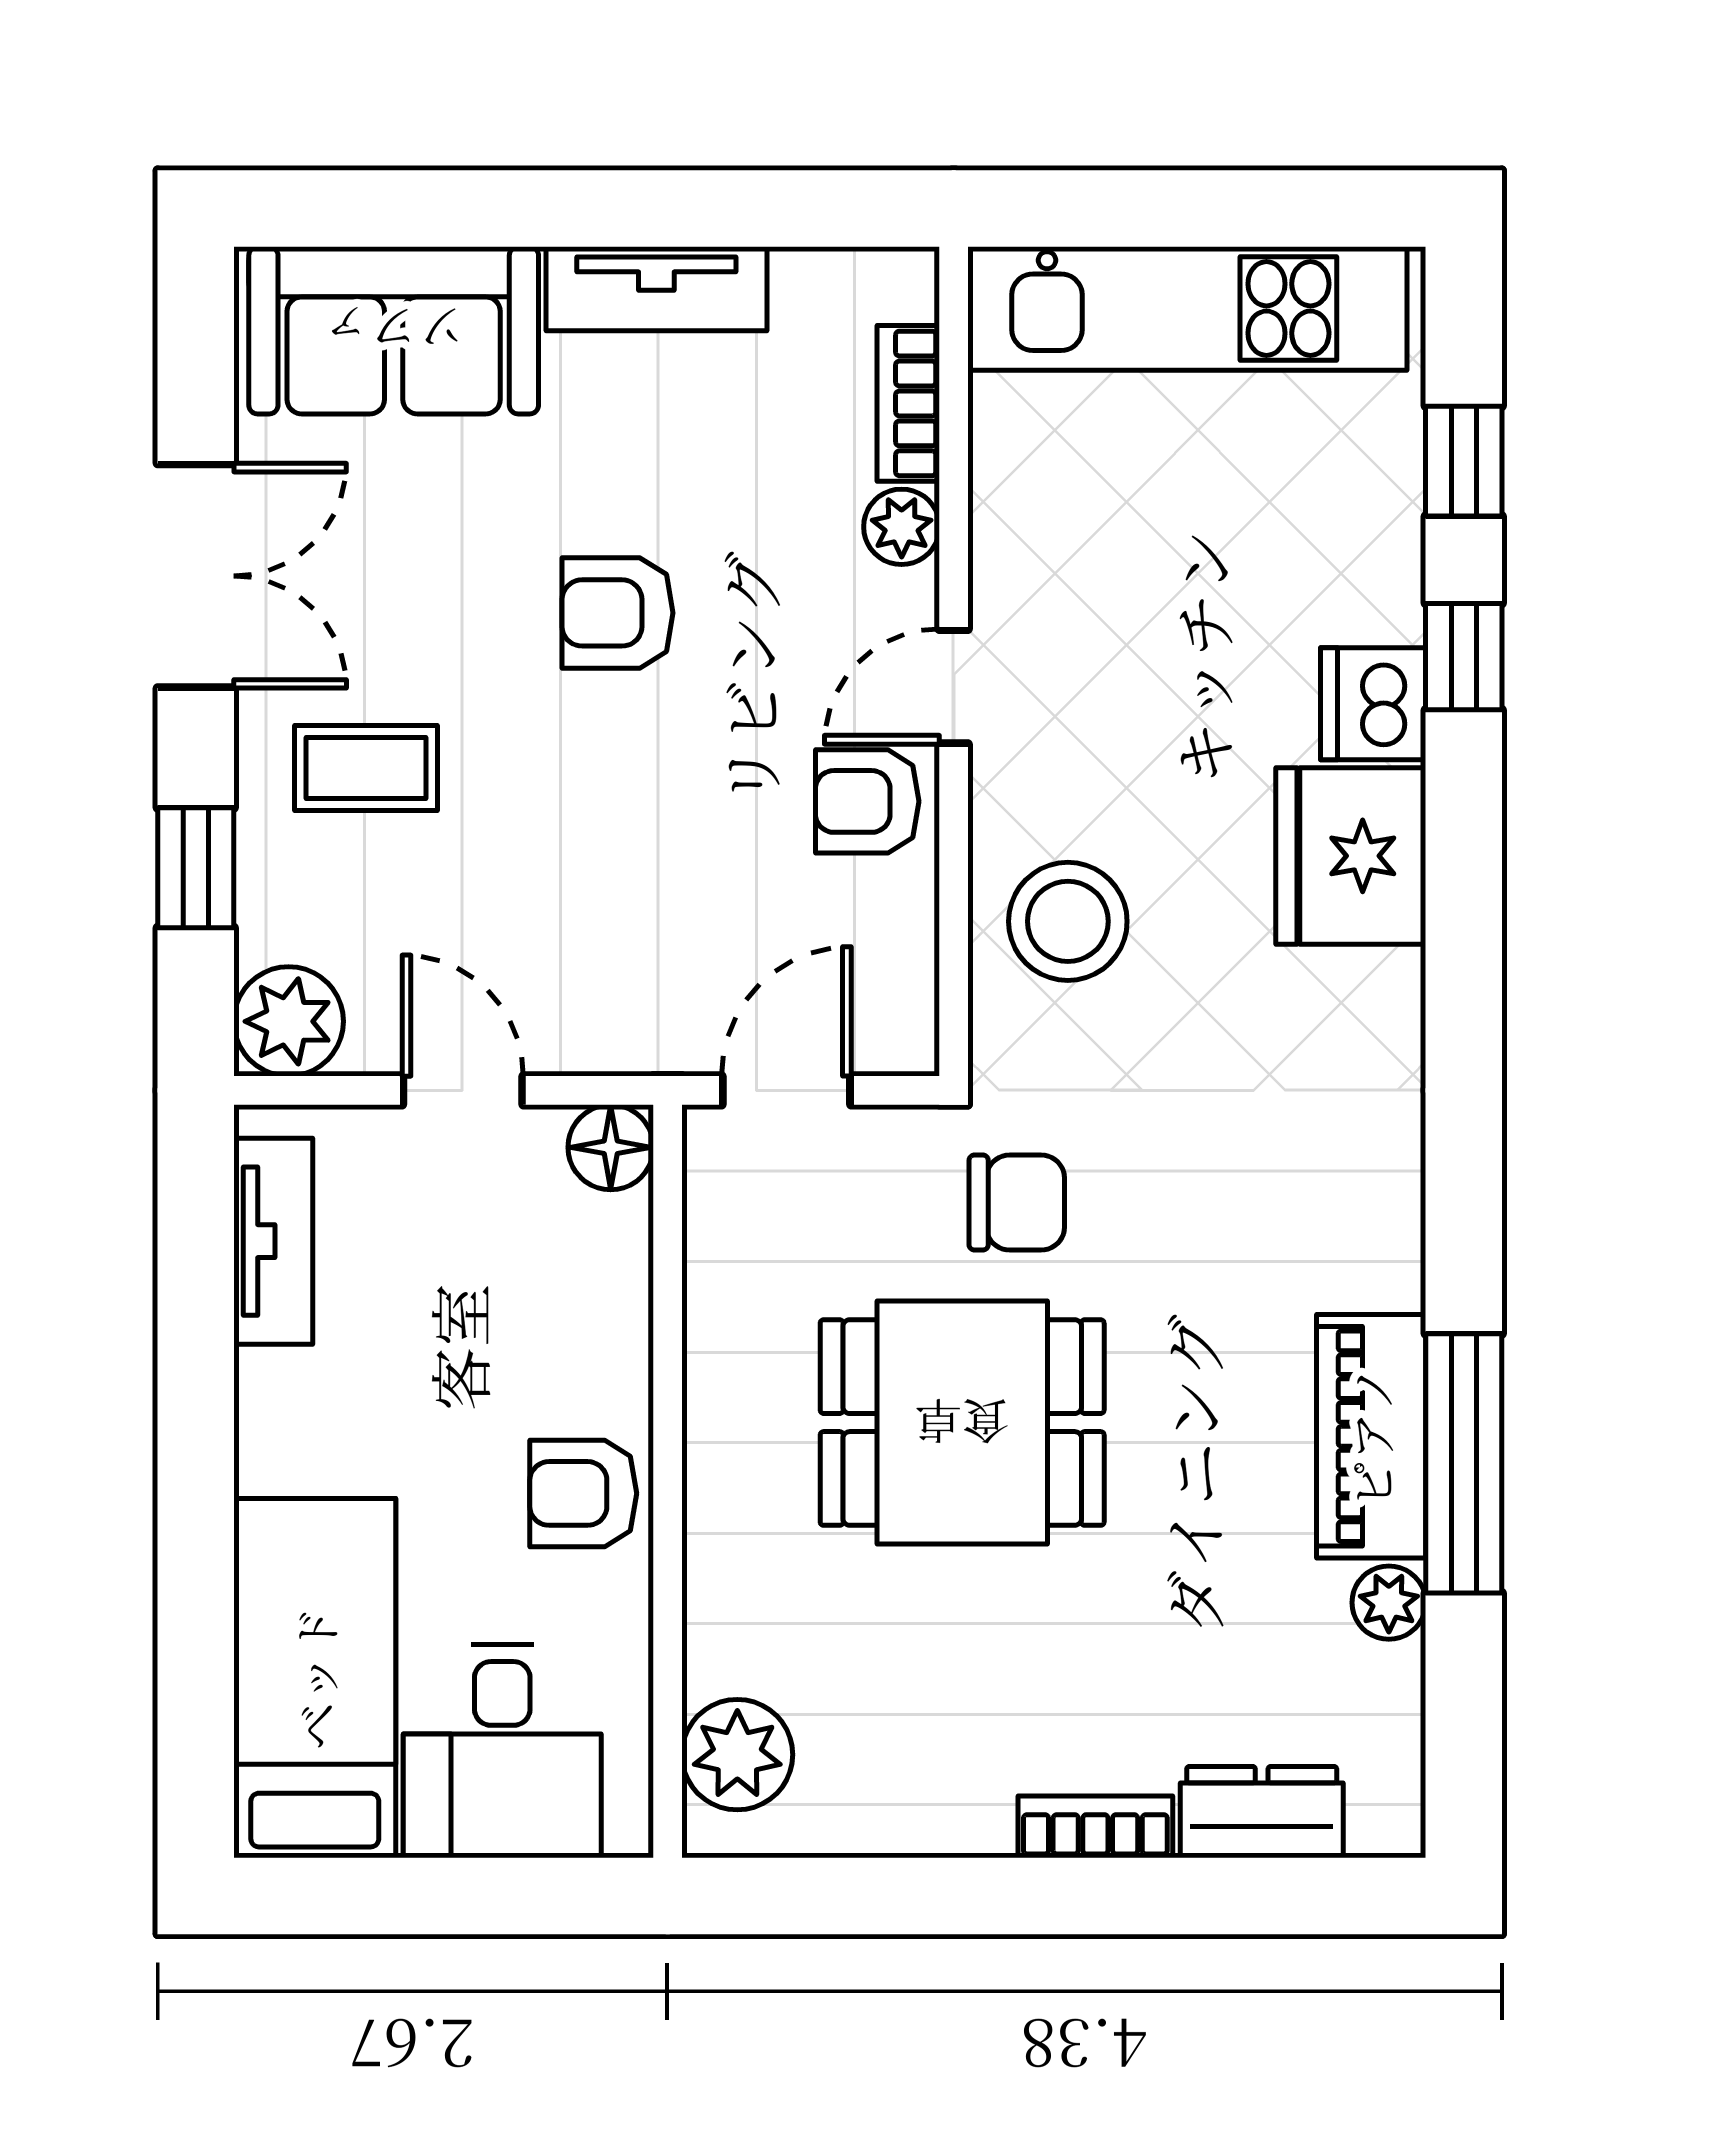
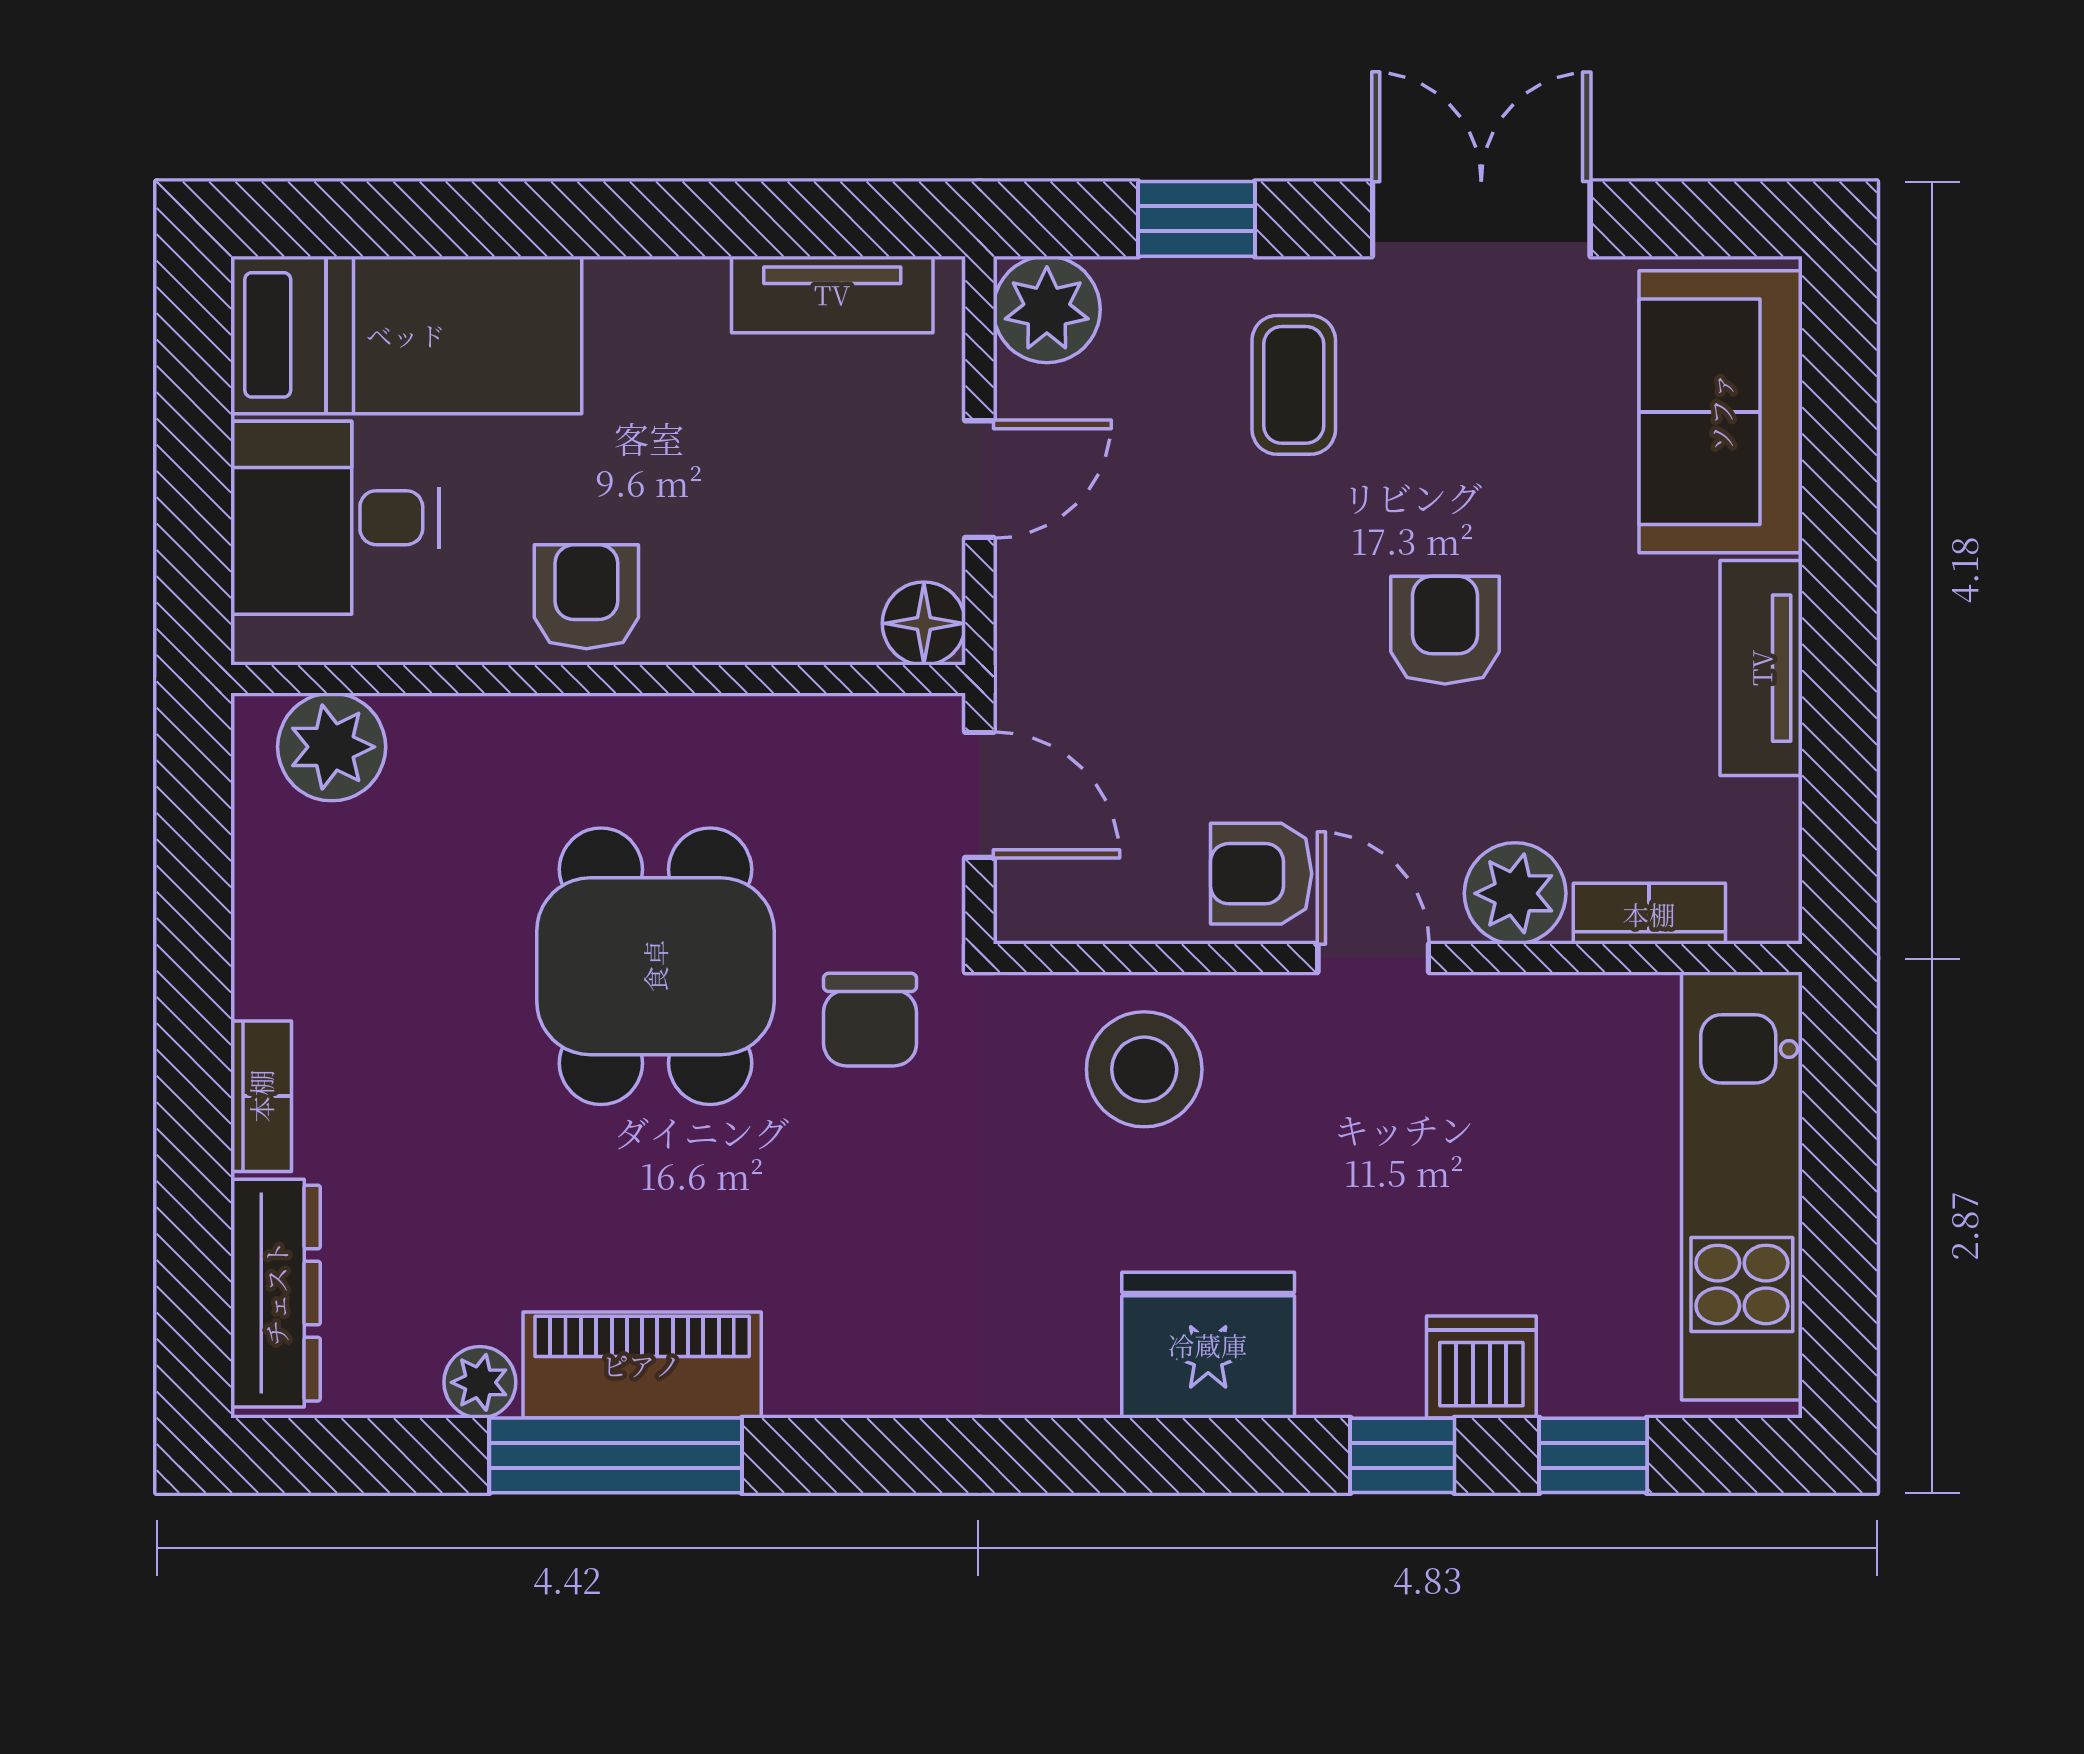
plant: (902, 527) -> (1515, 893), width x1.38, depth x1.38
double door: (196, 576) -> (1481, 219), swing flipped
dishwasher: (1373, 704) -> (1481, 1367), moved
armchair: (867, 801) -> (1261, 874), turned -90
dresser: (1262, 1812) -> (276, 1293), width x1.44

